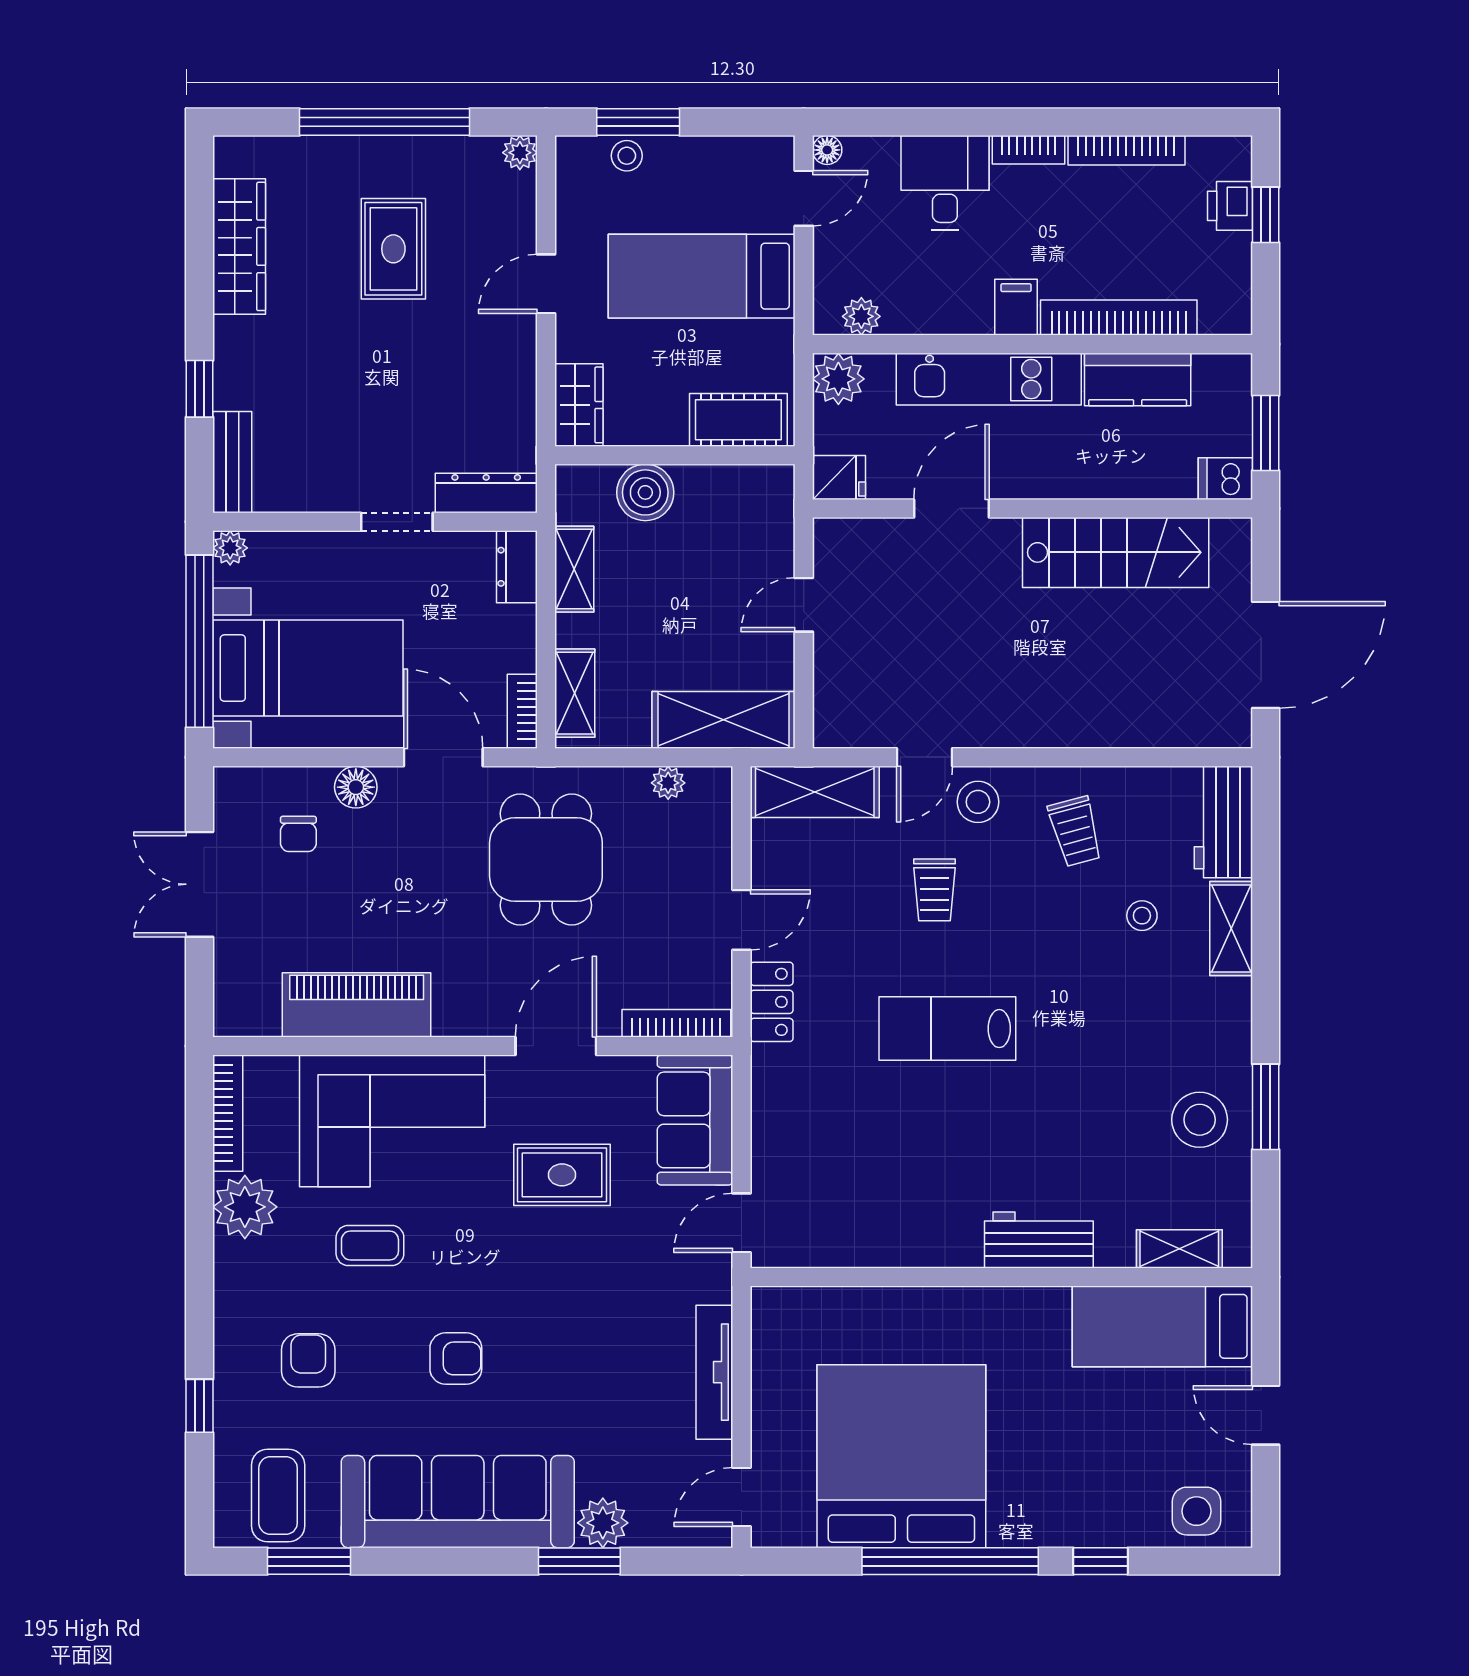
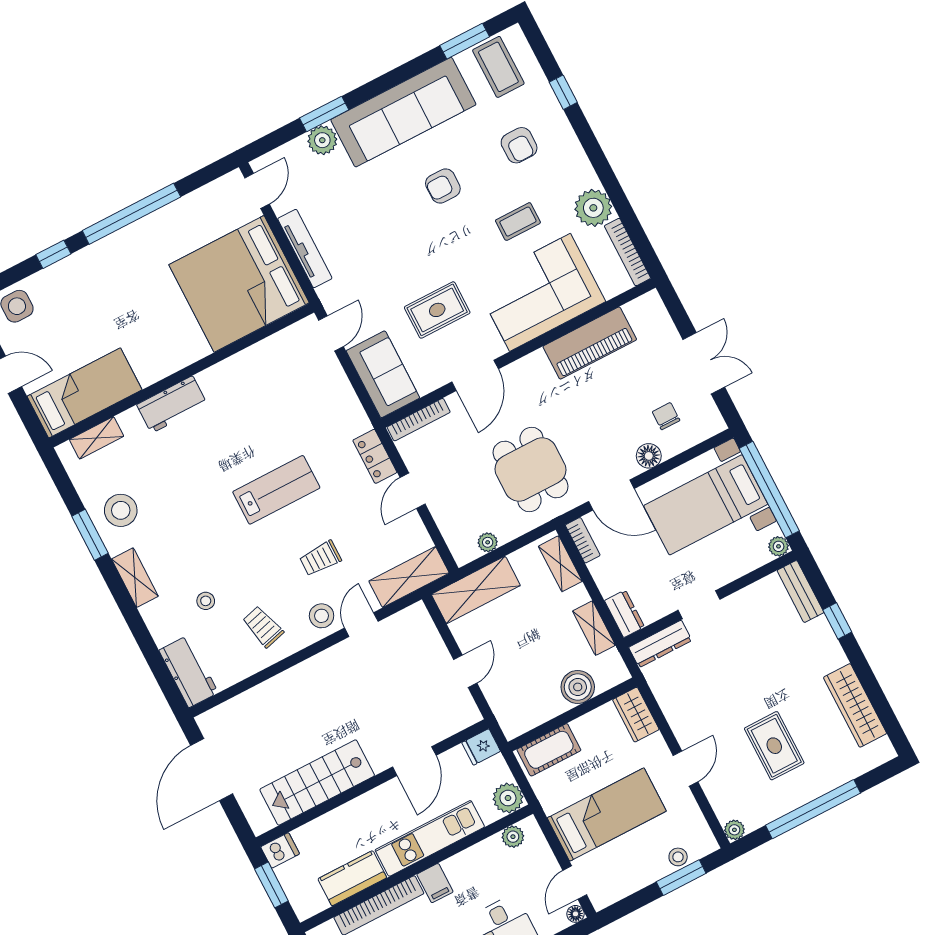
trolley: (935, 890) -> (320, 558), turned -90
shelving: (1231, 928) -> (135, 578), moved
bed: (901, 1456) -> (239, 284), moved, turned 90

